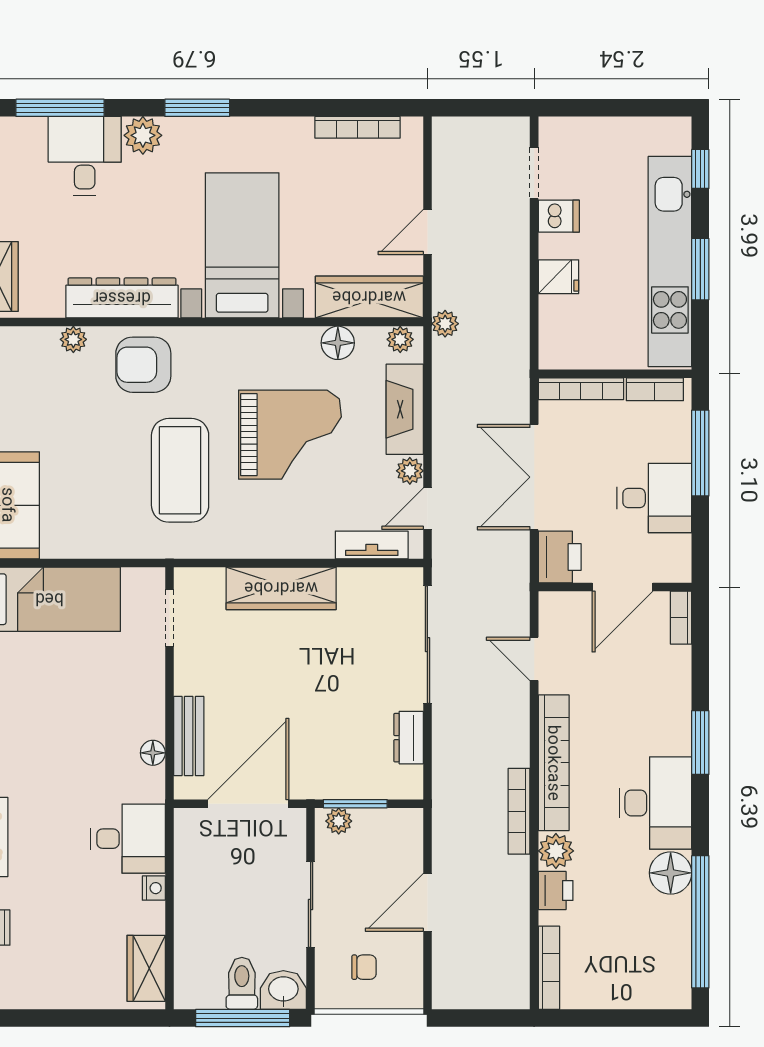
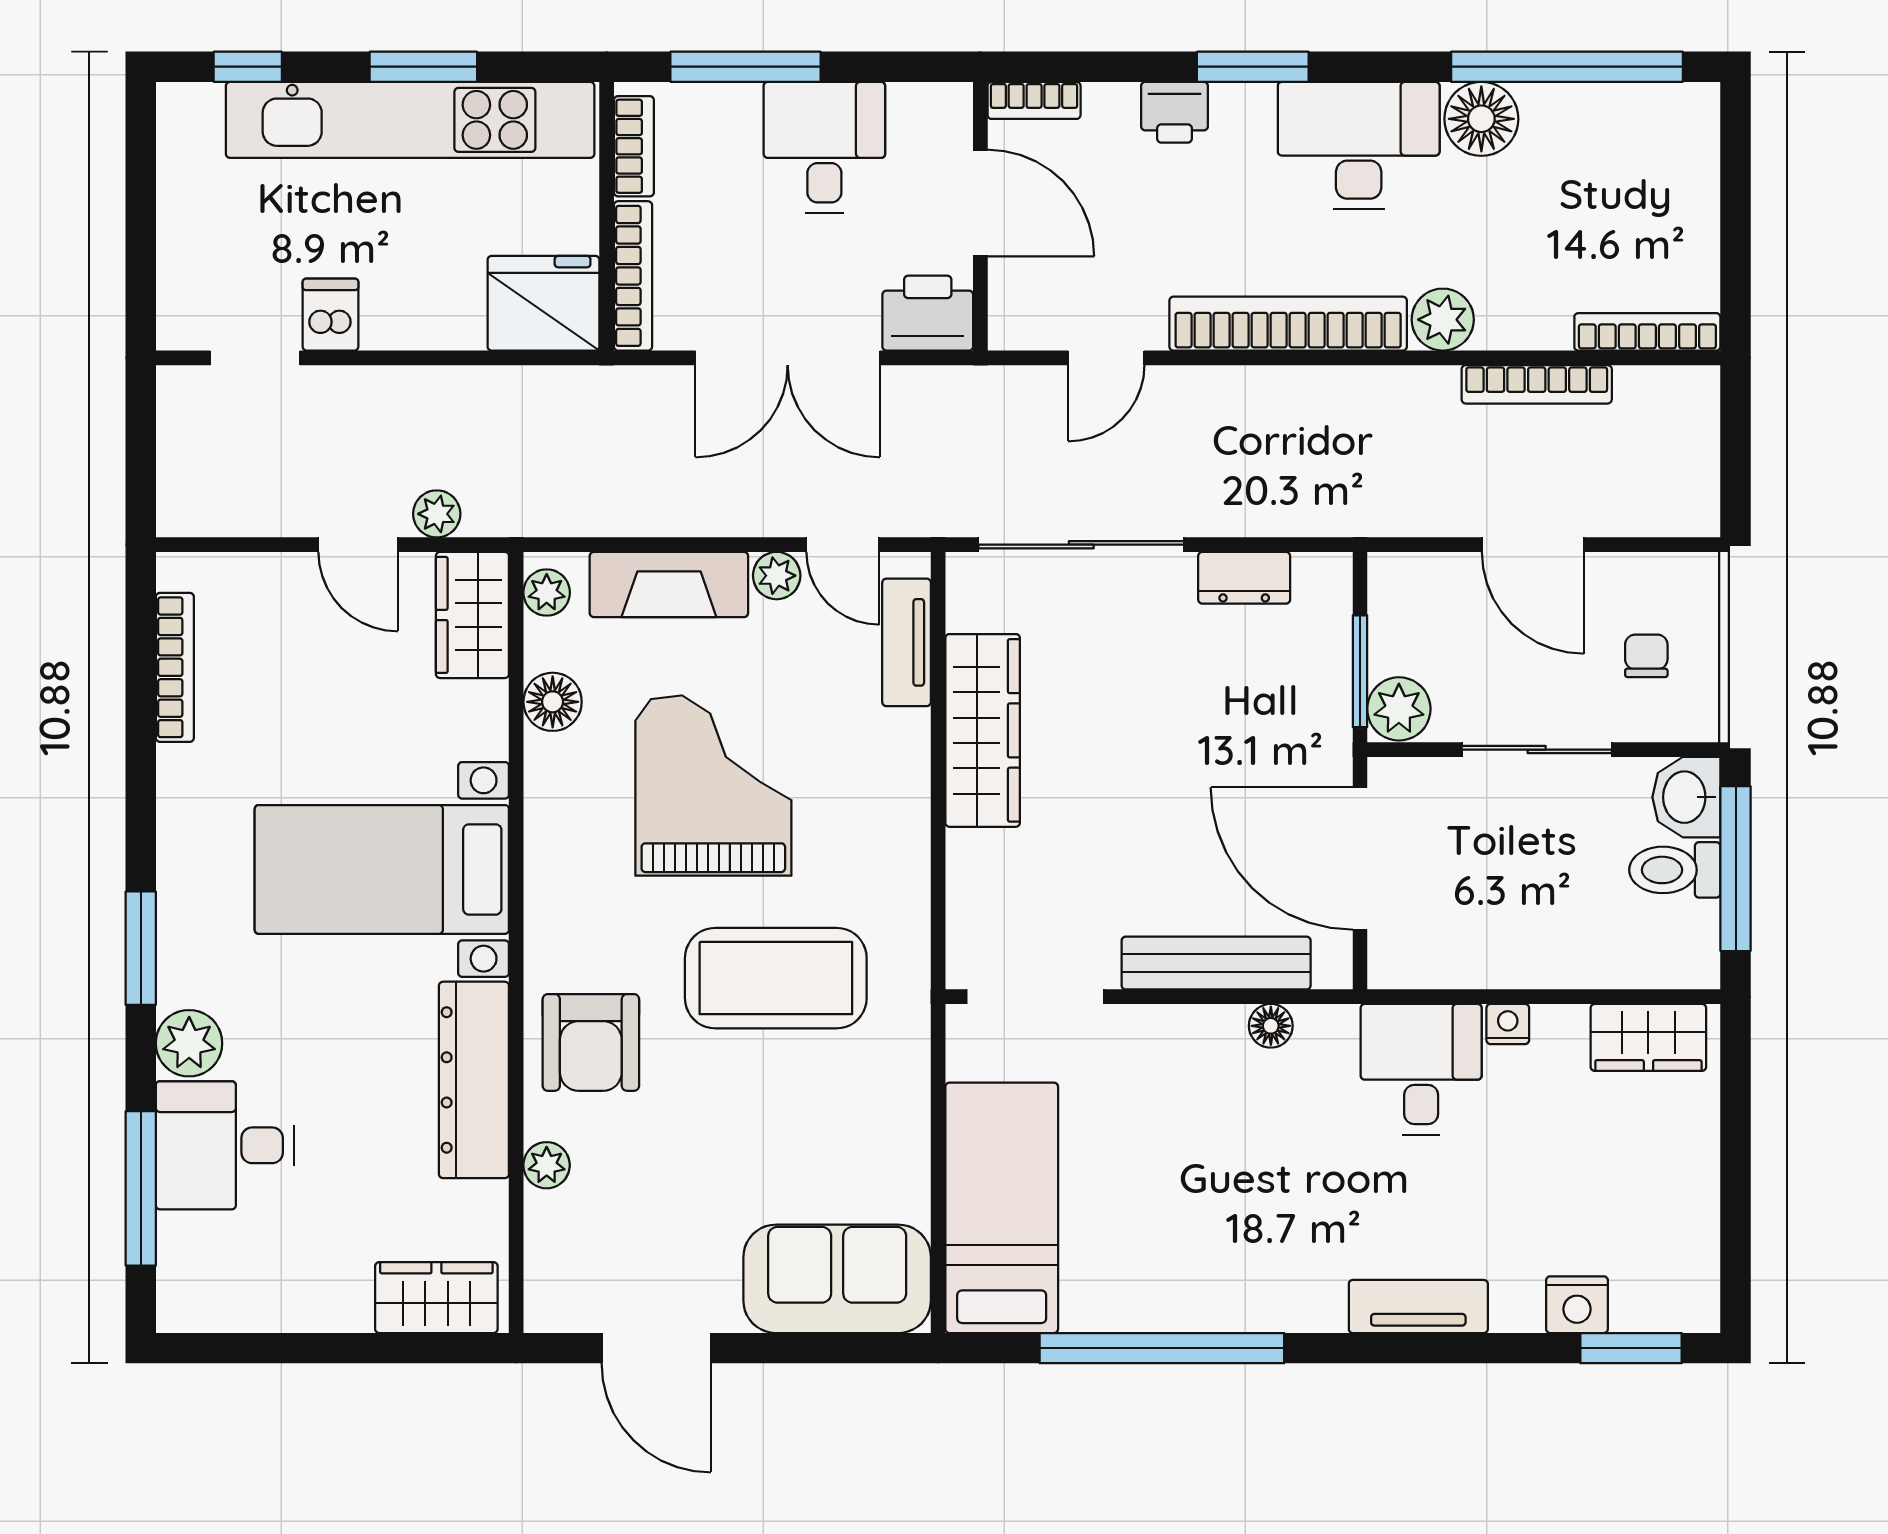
fridge: (558, 277) -> (543, 303), moved, width x1.88, depth x1.34
wardrobe: (369, 297) -> (472, 615), width x0.67
plant: (445, 324) -> (437, 514), moved
wardrobe: (281, 588) -> (983, 730), moved
doorway: (169, 618) -> (1035, 997), width x1.38
bench: (189, 736) -> (1216, 963), width x1.36
bookcase: (519, 811) -> (1537, 384), moved
plant: (339, 821) -> (1399, 709), width x1.38, depth x1.38
printer: (556, 891) -> (1174, 112), moved, turned 180

